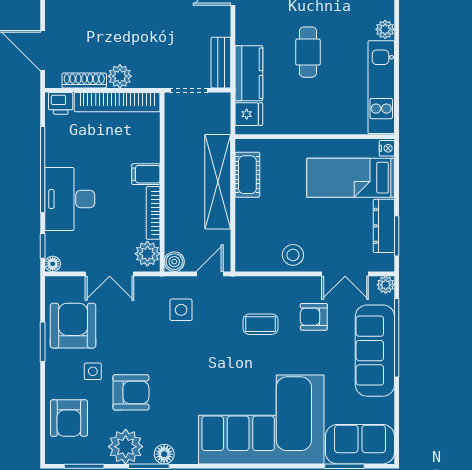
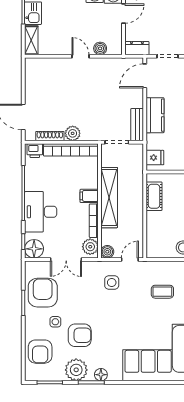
kitchen counter: (249, 73) -> (155, 115), moved
shelving: (218, 182) -> (109, 198), moved
floor lamp: (53, 264) -> (34, 249), width x1.89, depth x1.89

